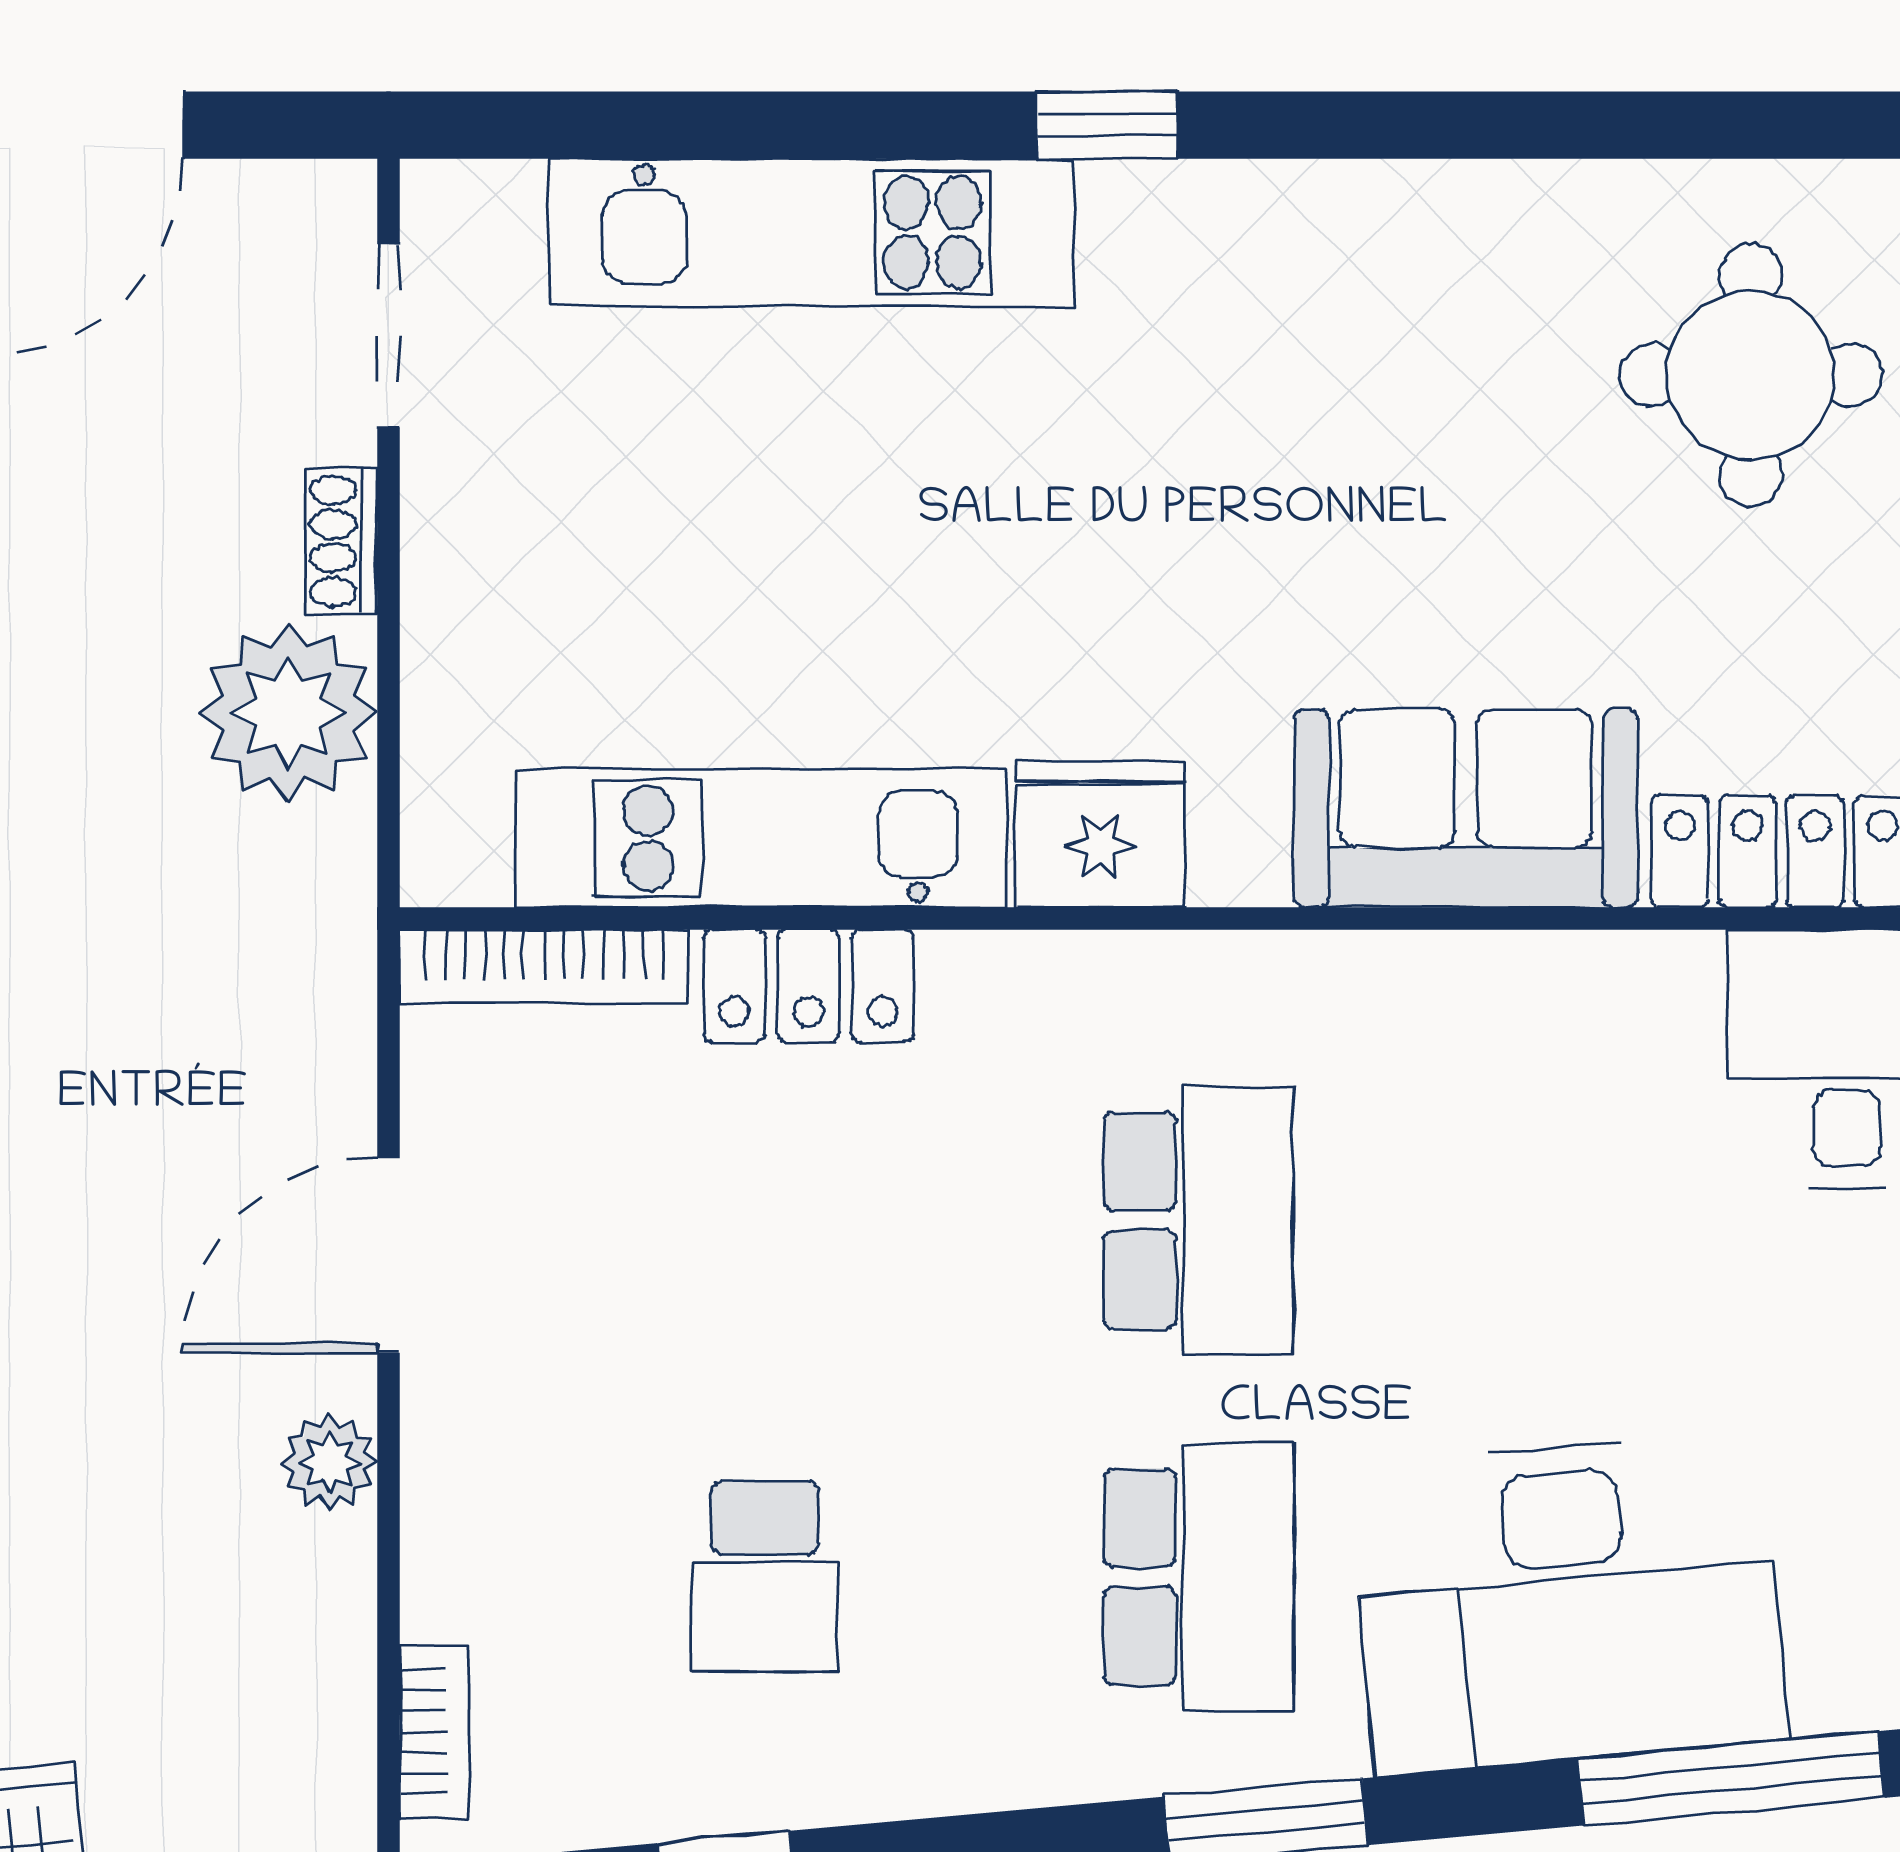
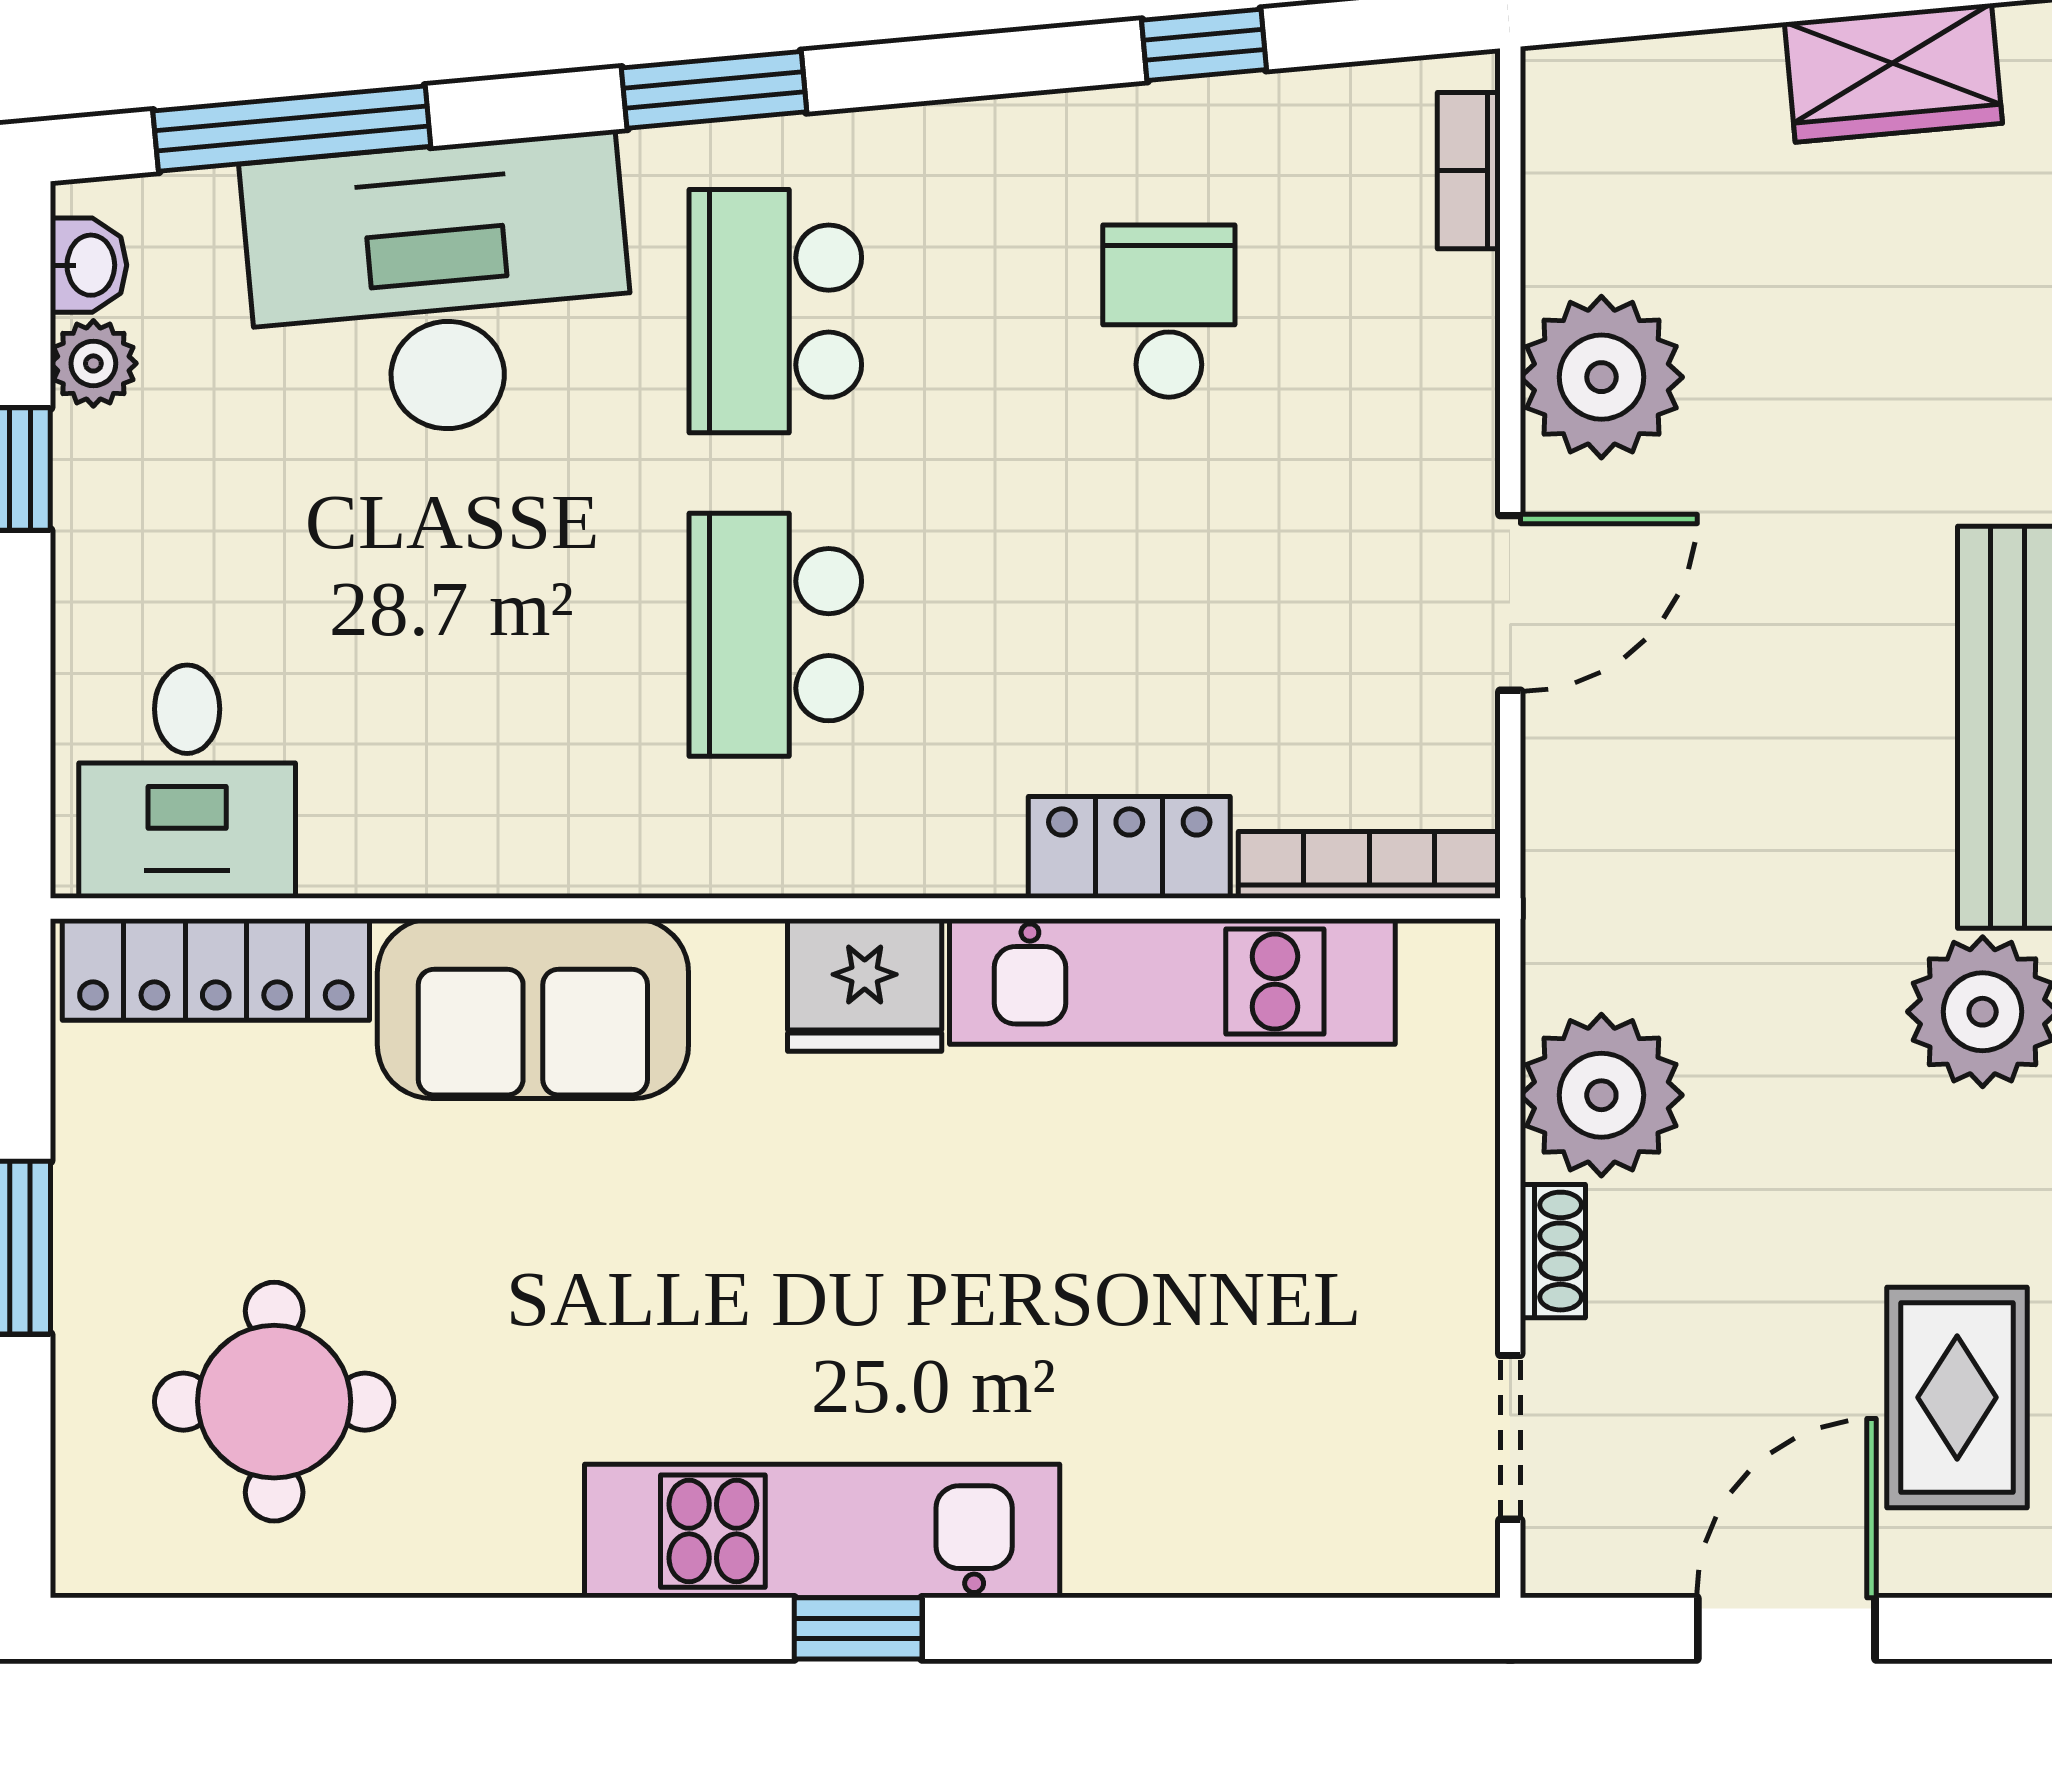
kitchen unit: (812, 232) -> (822, 1531), moved
plant: (330, 1463) -> (1601, 377), width x1.88, depth x1.88

